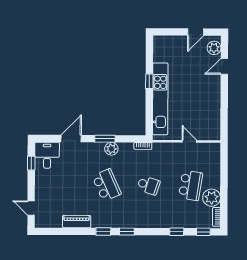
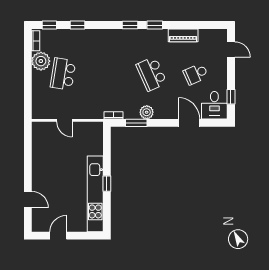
plant: (214, 48) -> (39, 219), removed
door: (224, 66) -> (28, 200), hinge flipped
kitchen unit: (160, 99) -> (95, 194), moved
door: (71, 139) -> (189, 123), swing flipped
window: (105, 139) -> (136, 123), moved
school desk: (149, 185) -> (196, 74), moved, turned -42

